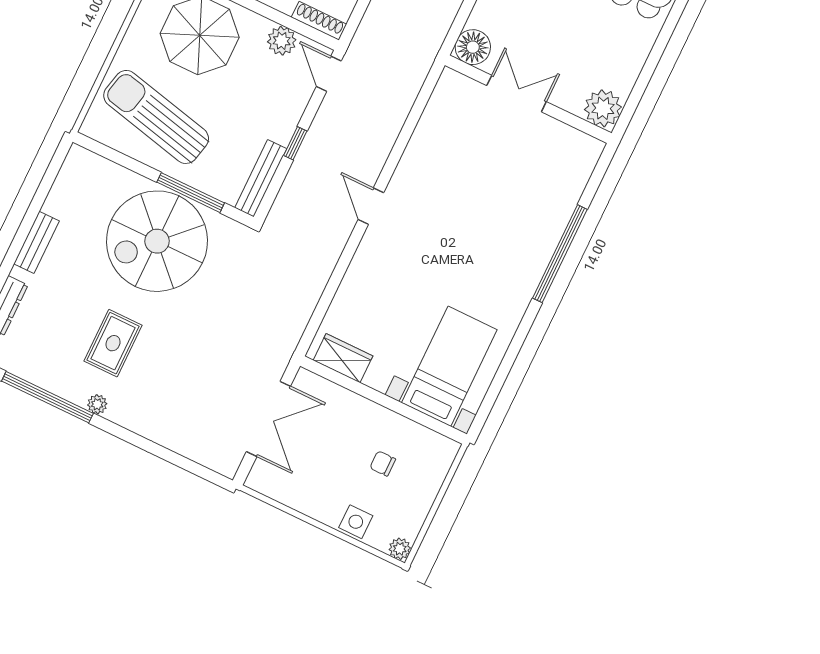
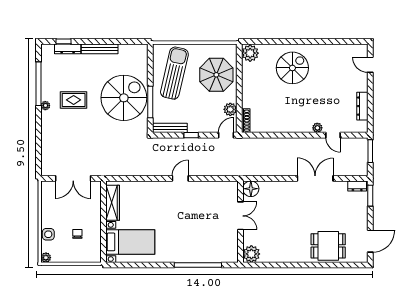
floor lamp: (473, 47) -> (251, 189), moved
double door: (517, 94) -> (240, 216), moved
wall: (528, 99) -> (240, 222), moved
plant: (603, 108) -> (251, 254), moved
spiral stairs: (157, 241) -> (124, 98), turned 90
bench: (36, 242) -> (100, 49), width x1.36
wardrobe: (343, 358) -> (113, 203), width x1.50

